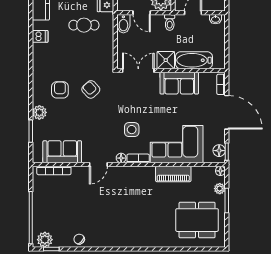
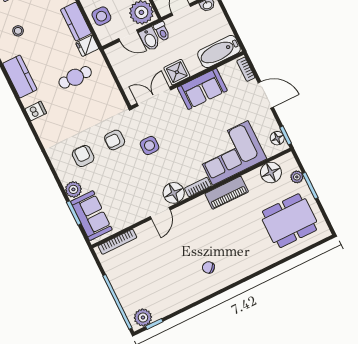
bidet: (123, 24) -> (150, 39), moved
bathtub: (194, 60) -> (219, 52), moved
armchair: (91, 89) -> (115, 140), turned -47
door: (227, 112) -> (266, 95), width x0.73
side table: (132, 130) -> (149, 145), moved
sofa: (62, 152) -> (91, 216), moved, turned 90
floor lamp: (121, 158) -> (174, 193), width x1.89, depth x1.89
floor lamp: (220, 171) -> (271, 173), moved, width x1.89, depth x1.89
piano: (173, 174) -> (227, 193), moved
chair: (79, 239) -> (208, 267), moved

